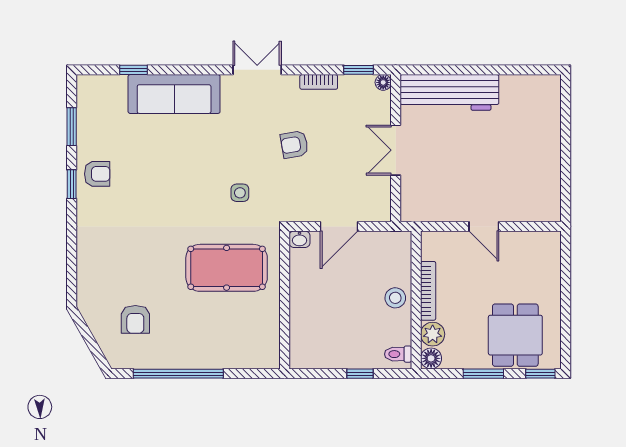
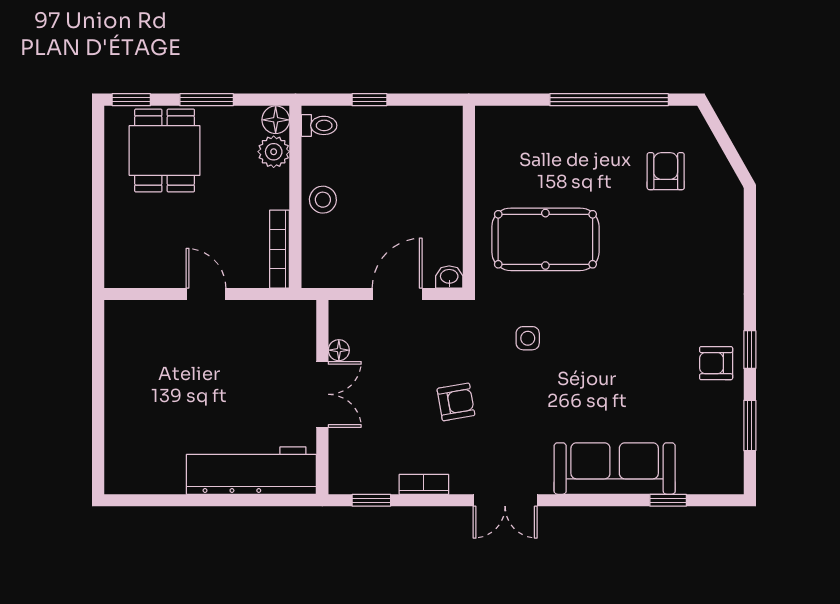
floor lamp: (383, 82) -> (339, 350), moved
bookcase: (428, 291) -> (280, 249), moved

